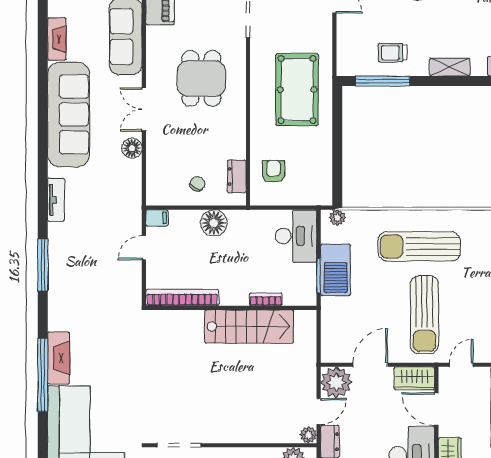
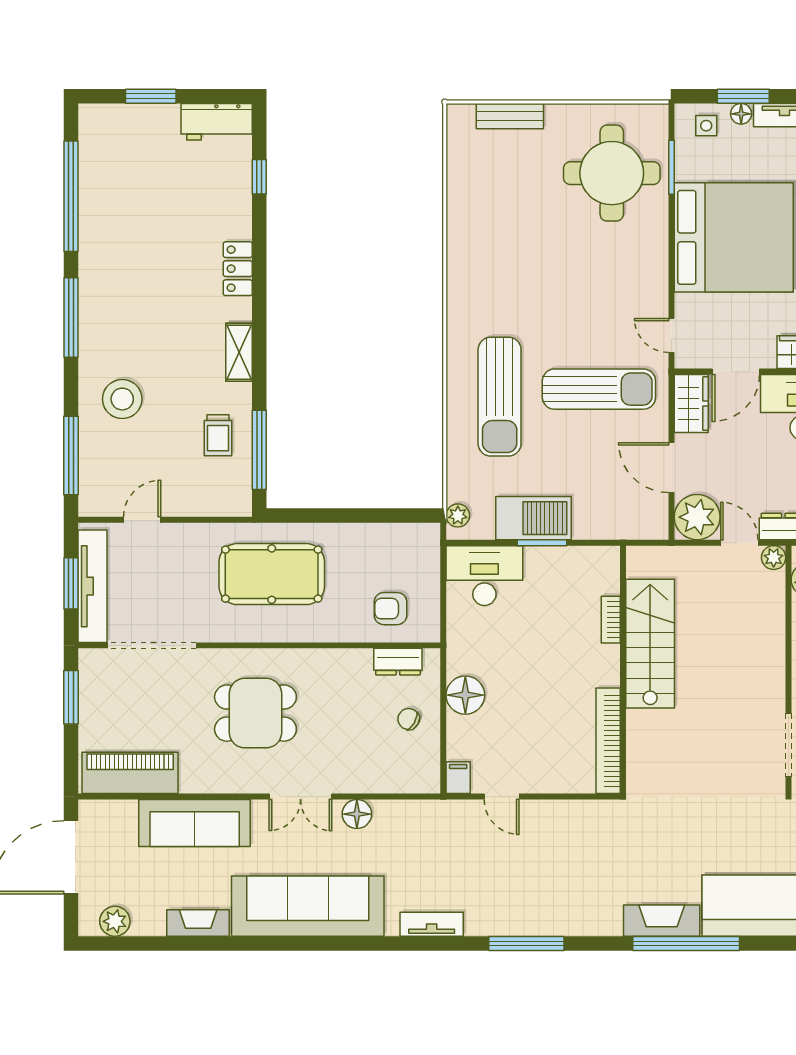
bookcase: (182, 298) -> (608, 741), moved
bookcase: (266, 299) -> (611, 620), moved
wall: (231, 308) -> (623, 670), moved
stairs: (249, 326) -> (650, 644), moved

